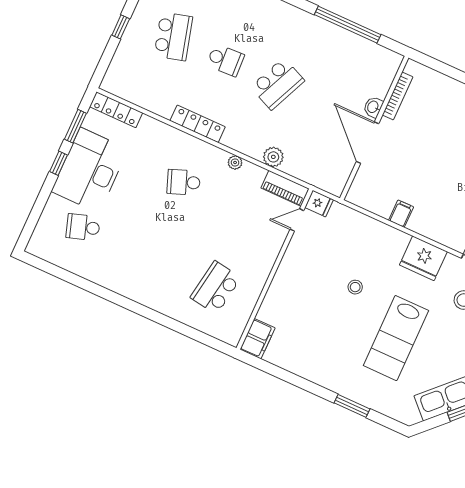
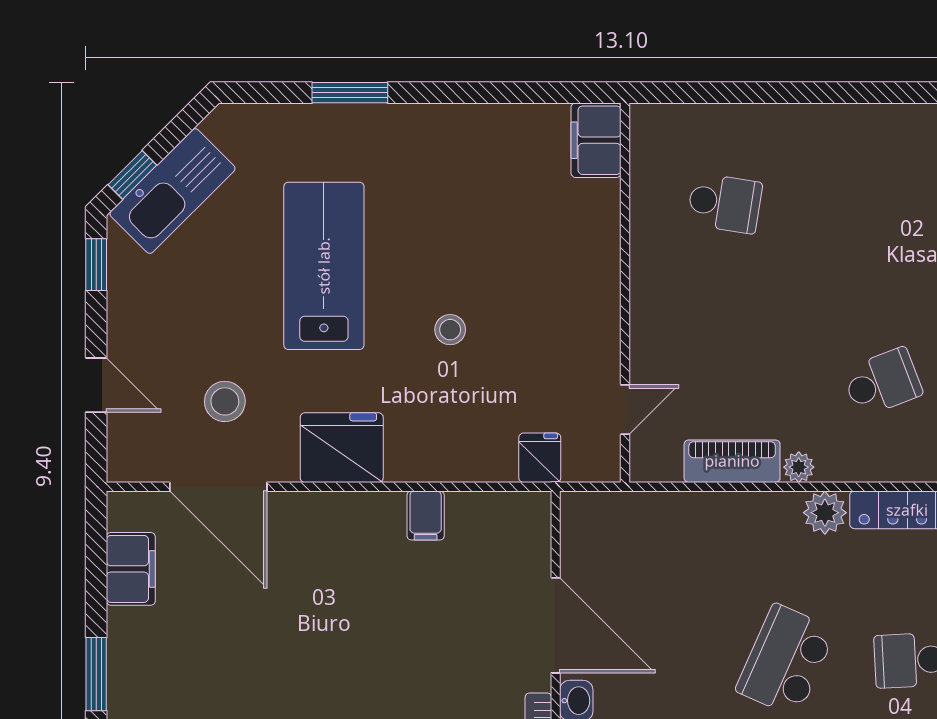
plant: (273, 157) -> (825, 513), moved
piano: (285, 188) -> (732, 461), moved
fridge: (319, 204) -> (540, 458), moved, turned 90
school desk: (216, 288) -> (725, 203), width x0.54

